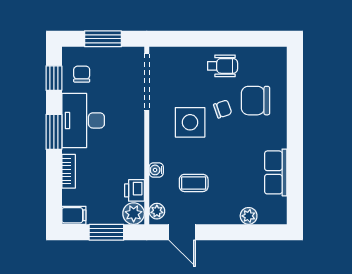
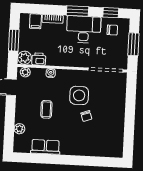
wheelchair: (223, 66) -> (113, 117), removed
chair: (255, 101) -> (90, 137), removed
coffee table: (194, 183) -> (46, 109), moved
filing cabinet: (74, 215) -> (35, 21), moved

